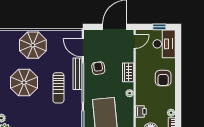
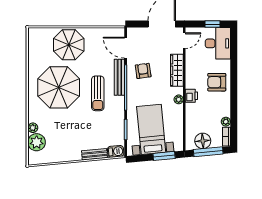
wardrobe: (128, 72) -> (177, 70), width x1.50
armchair: (163, 78) -> (217, 82), turned 90
parasol: (24, 83) -> (59, 87), width x1.36, depth x1.36
printer: (141, 111) -> (191, 96), moved

